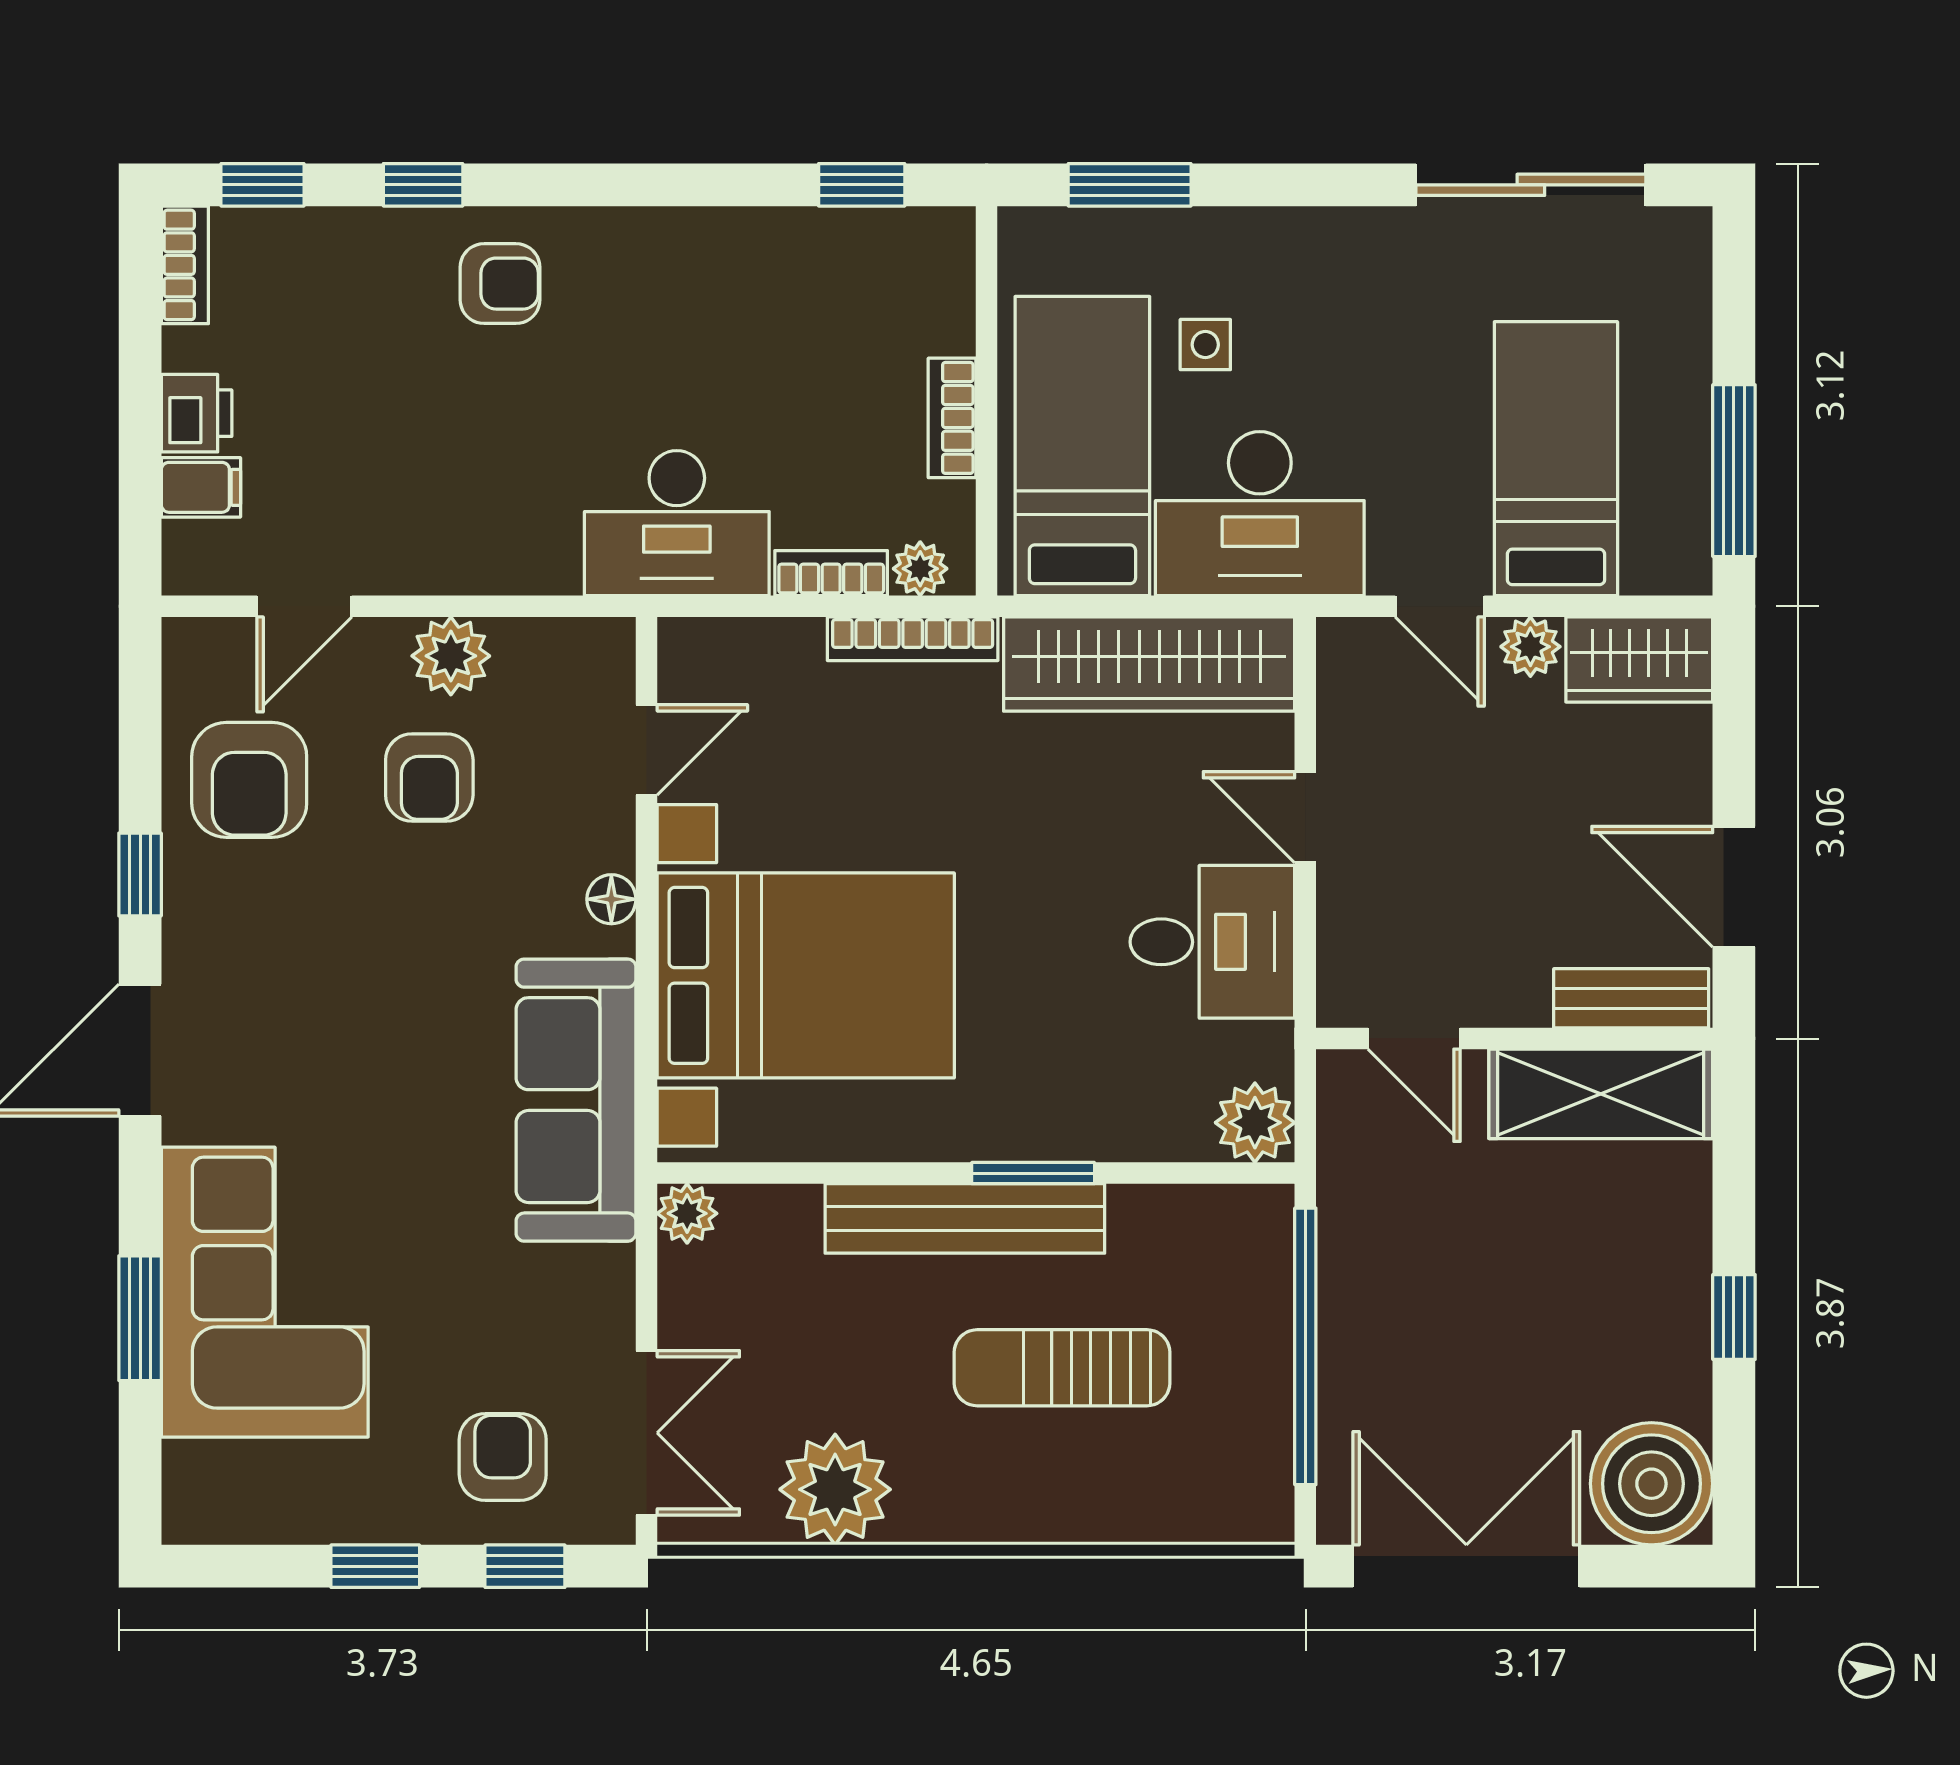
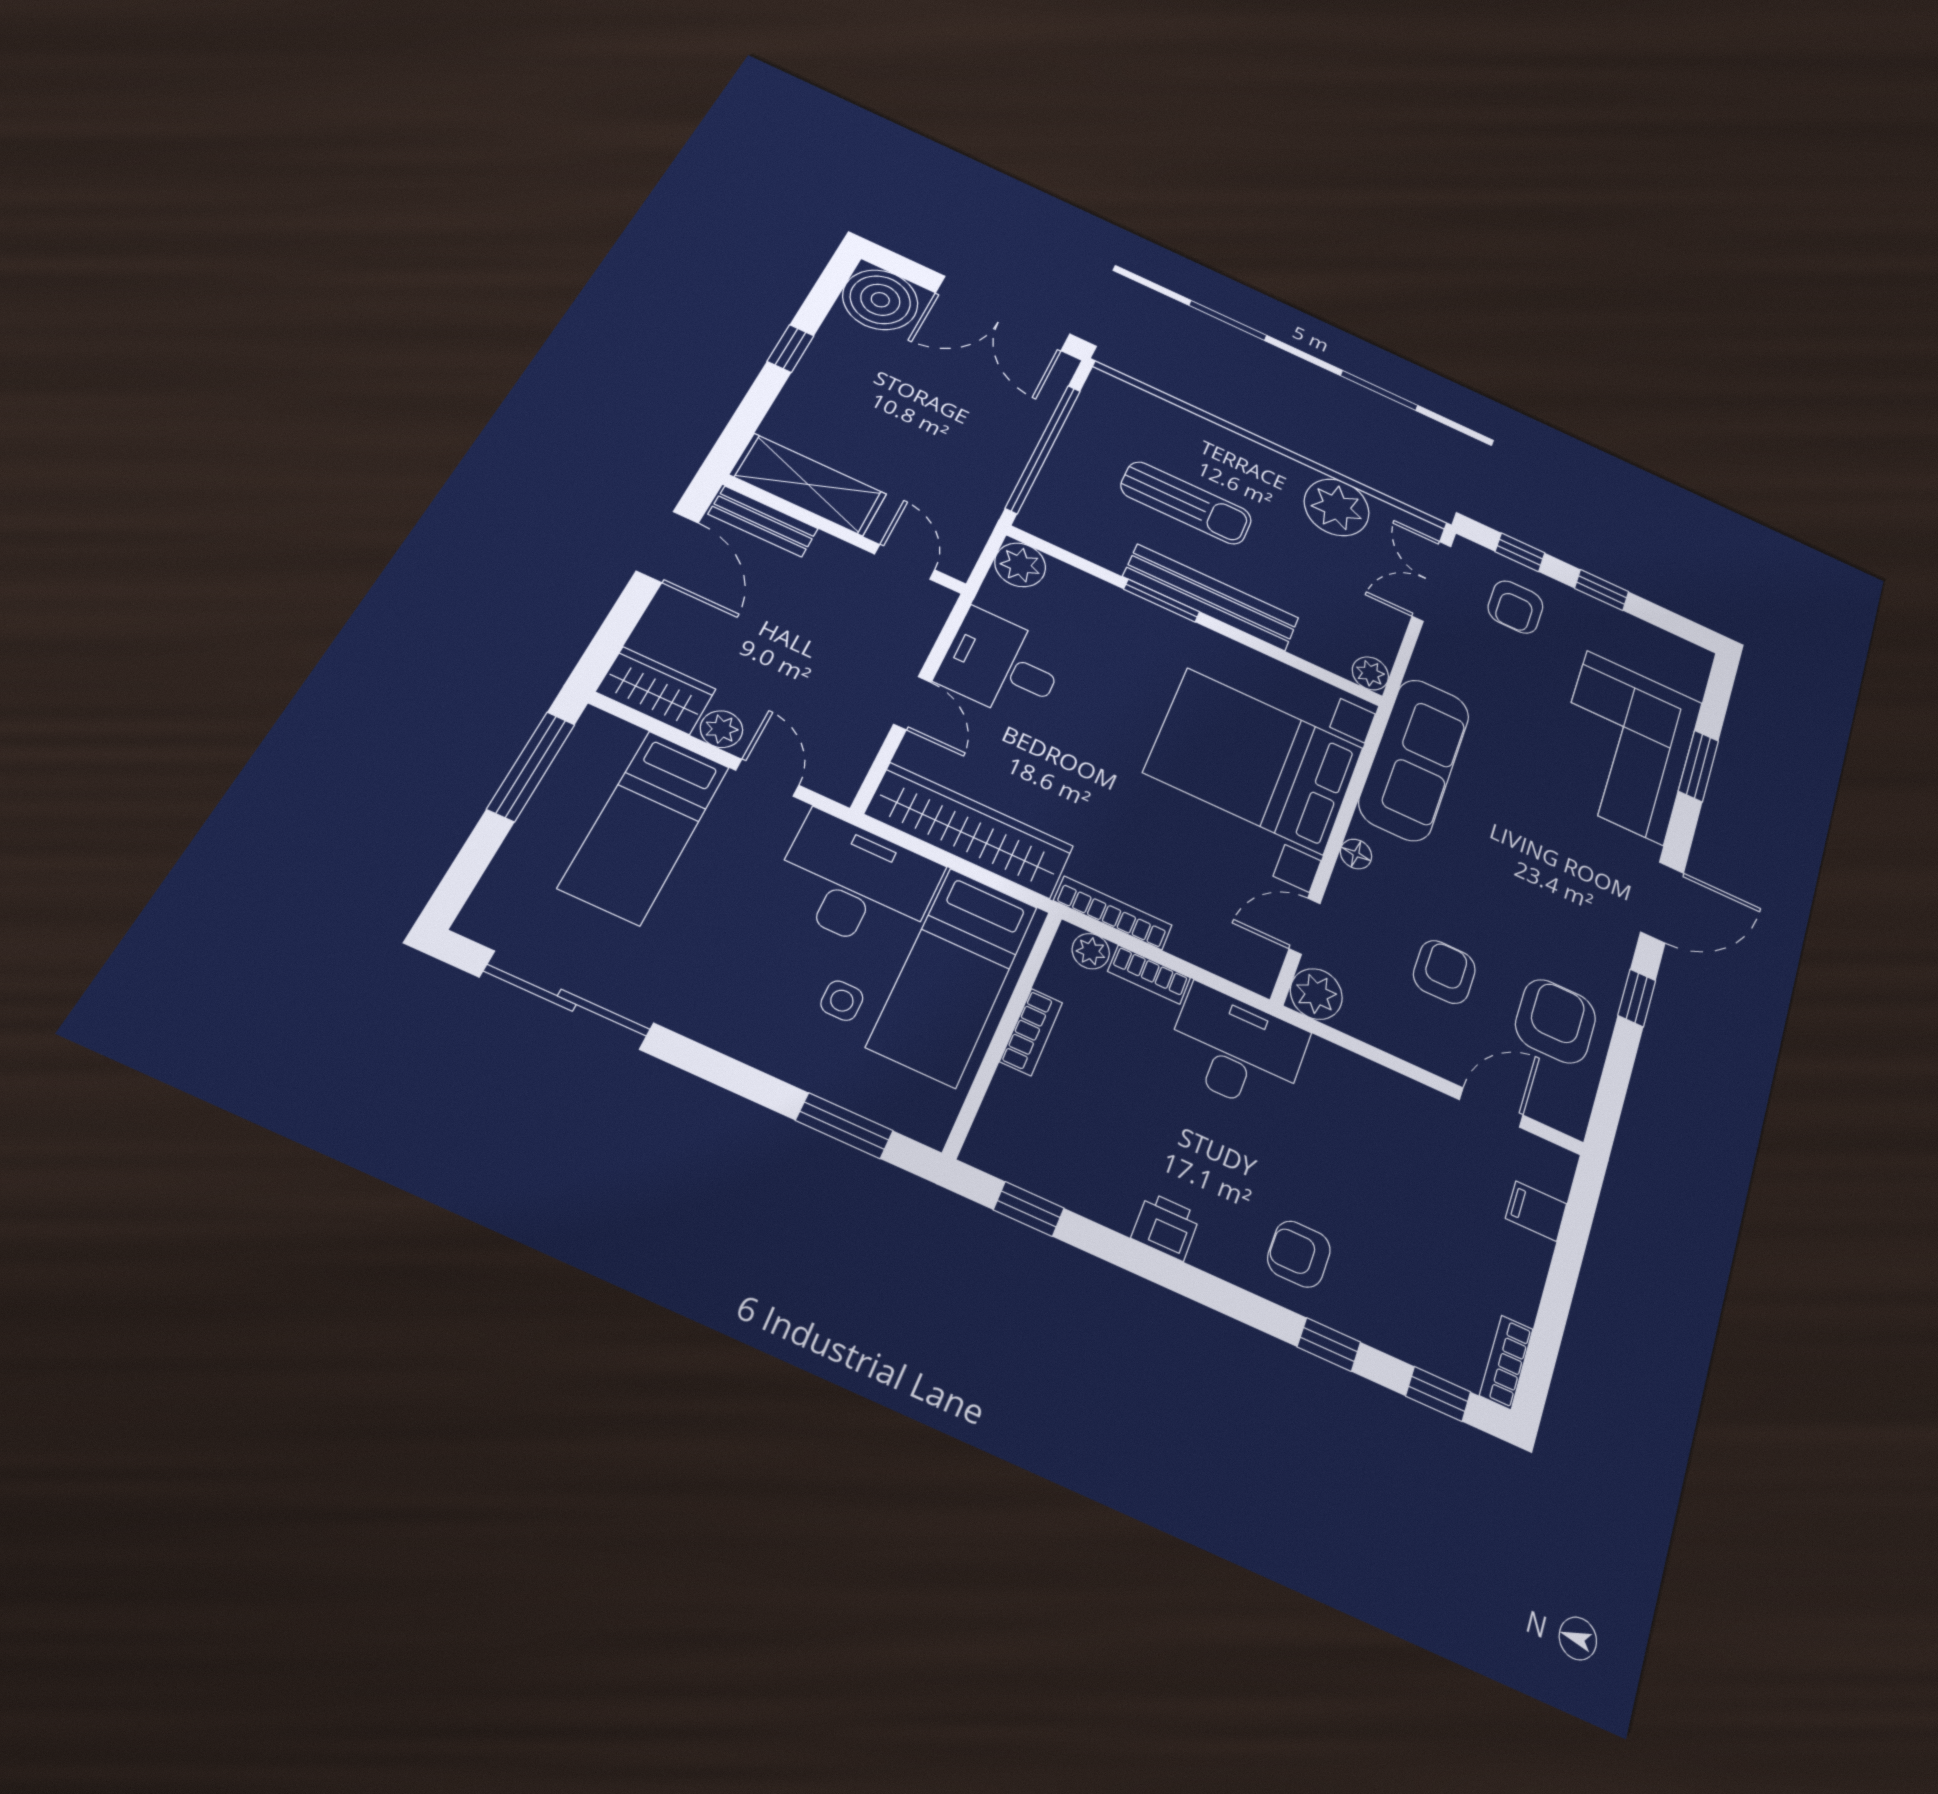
printer: (197, 413) -> (1166, 1226), moved, turned 90
plant: (451, 656) -> (1316, 994), moved

